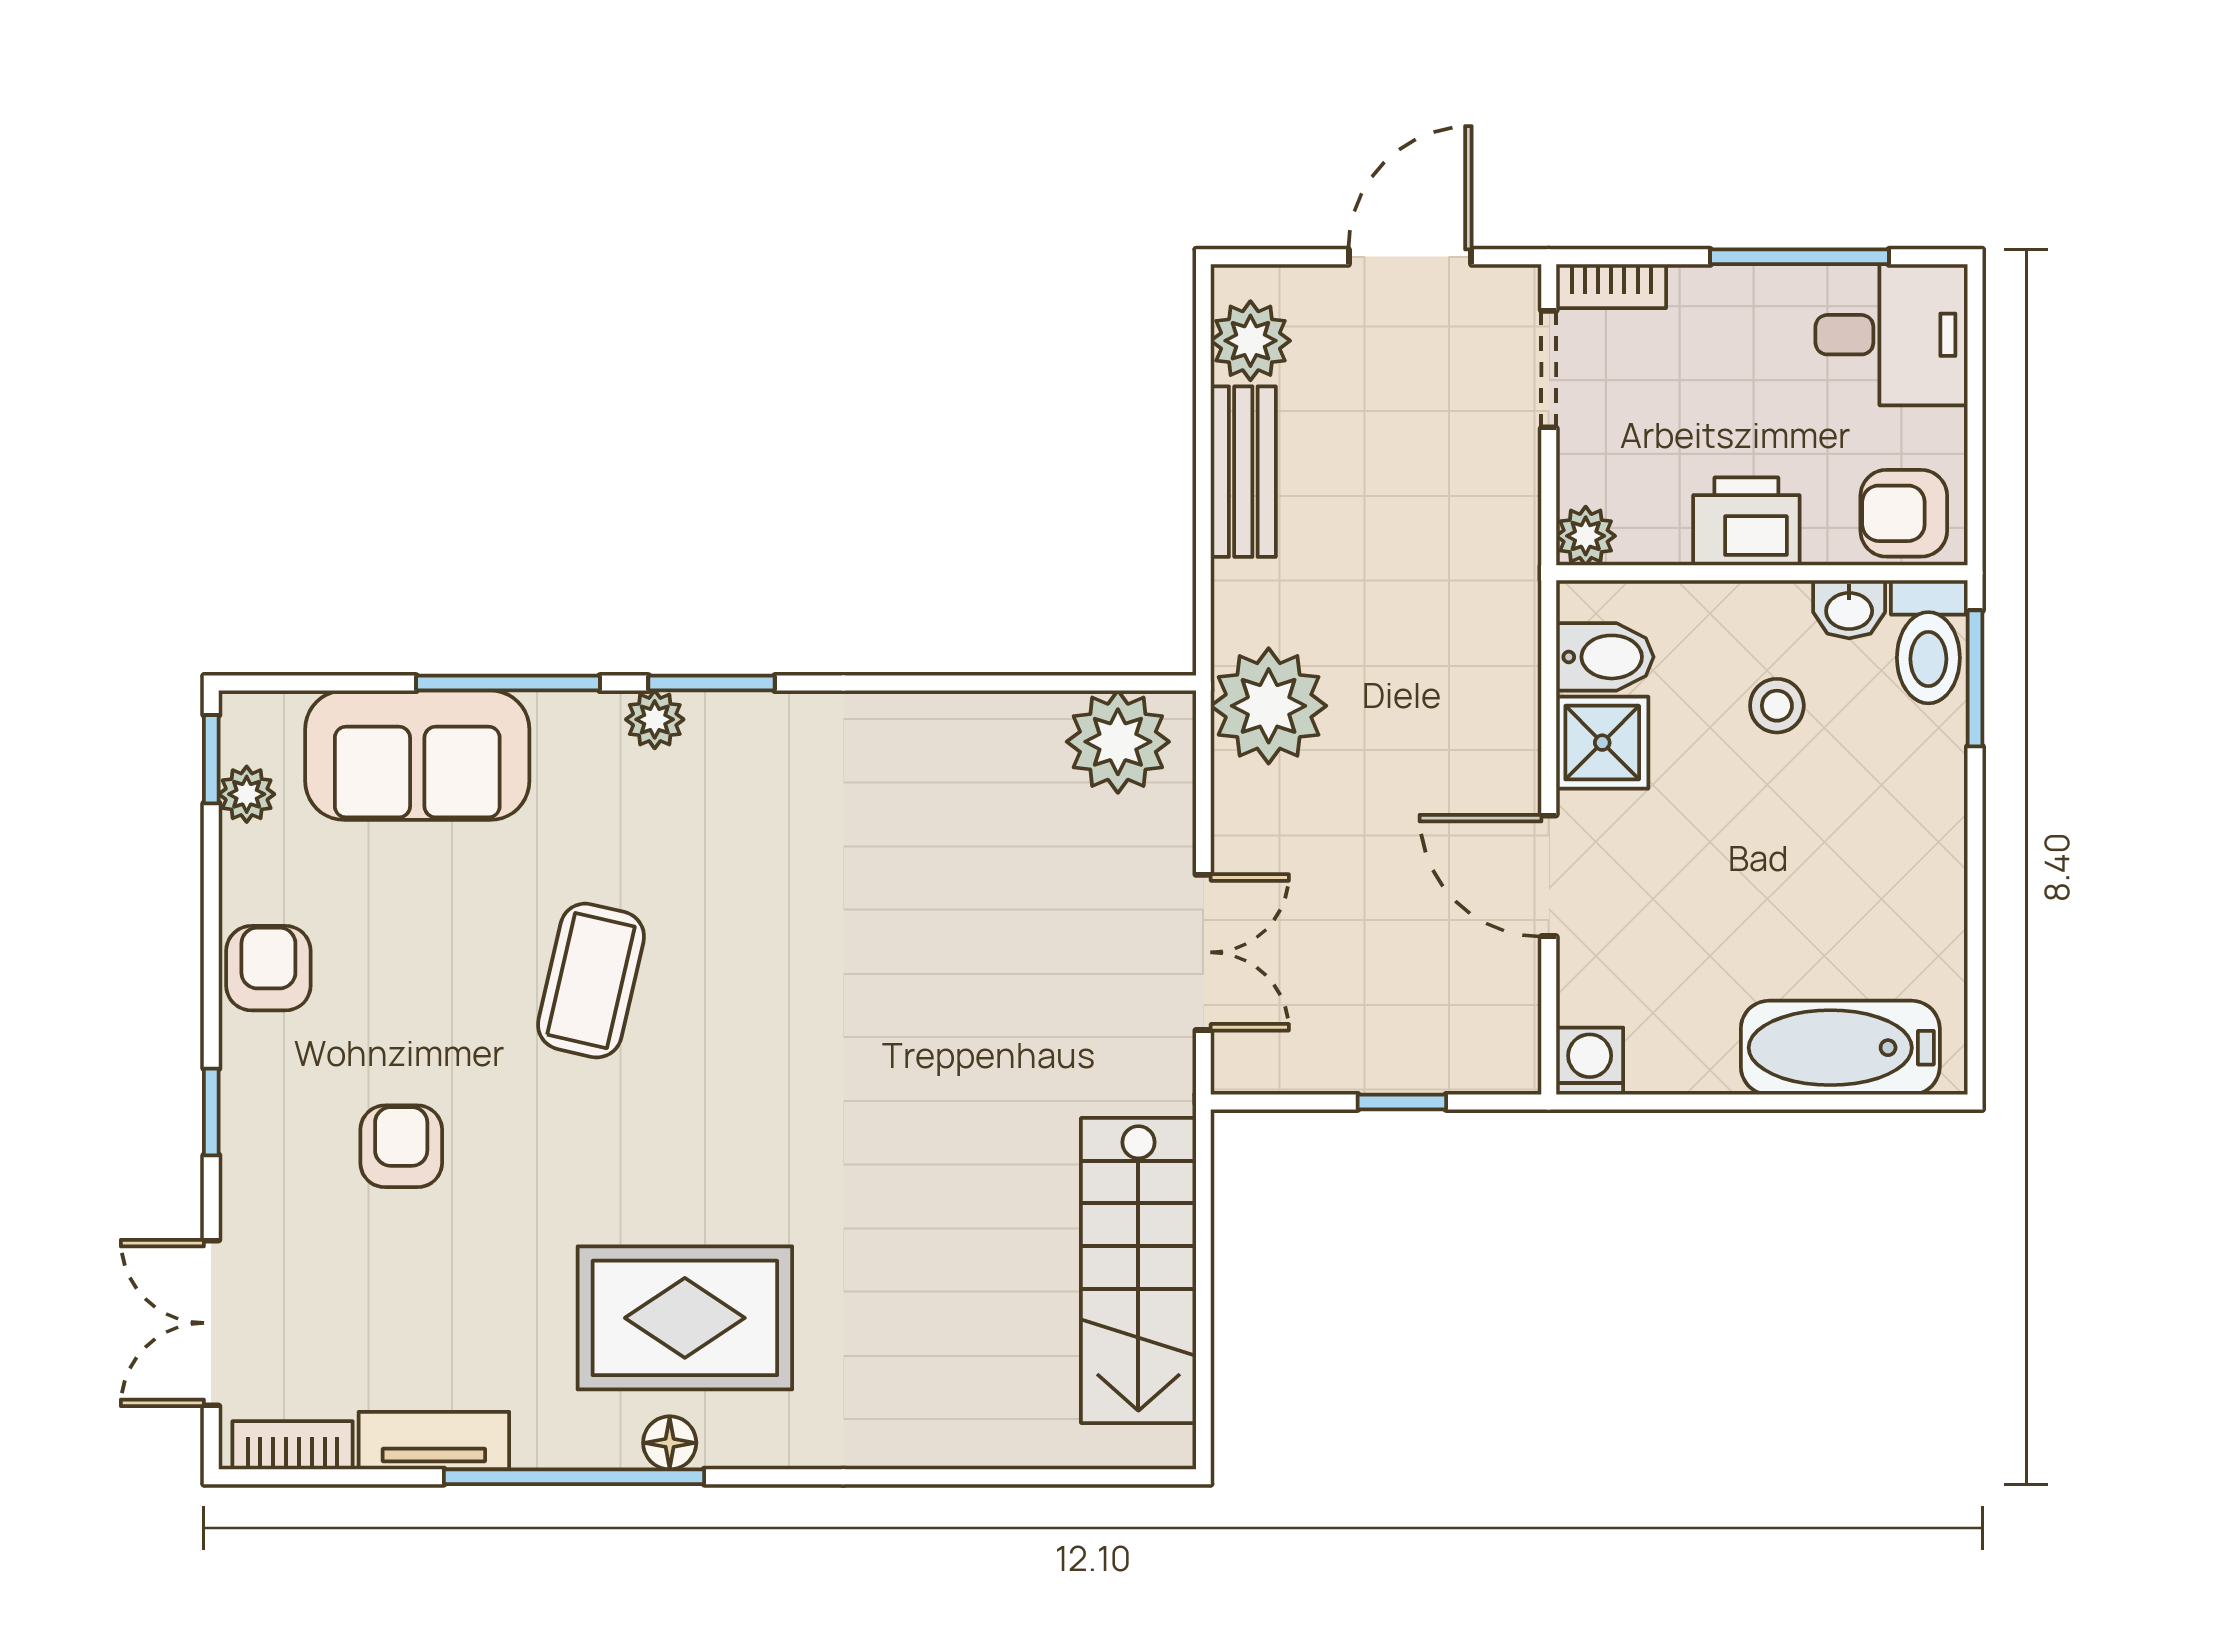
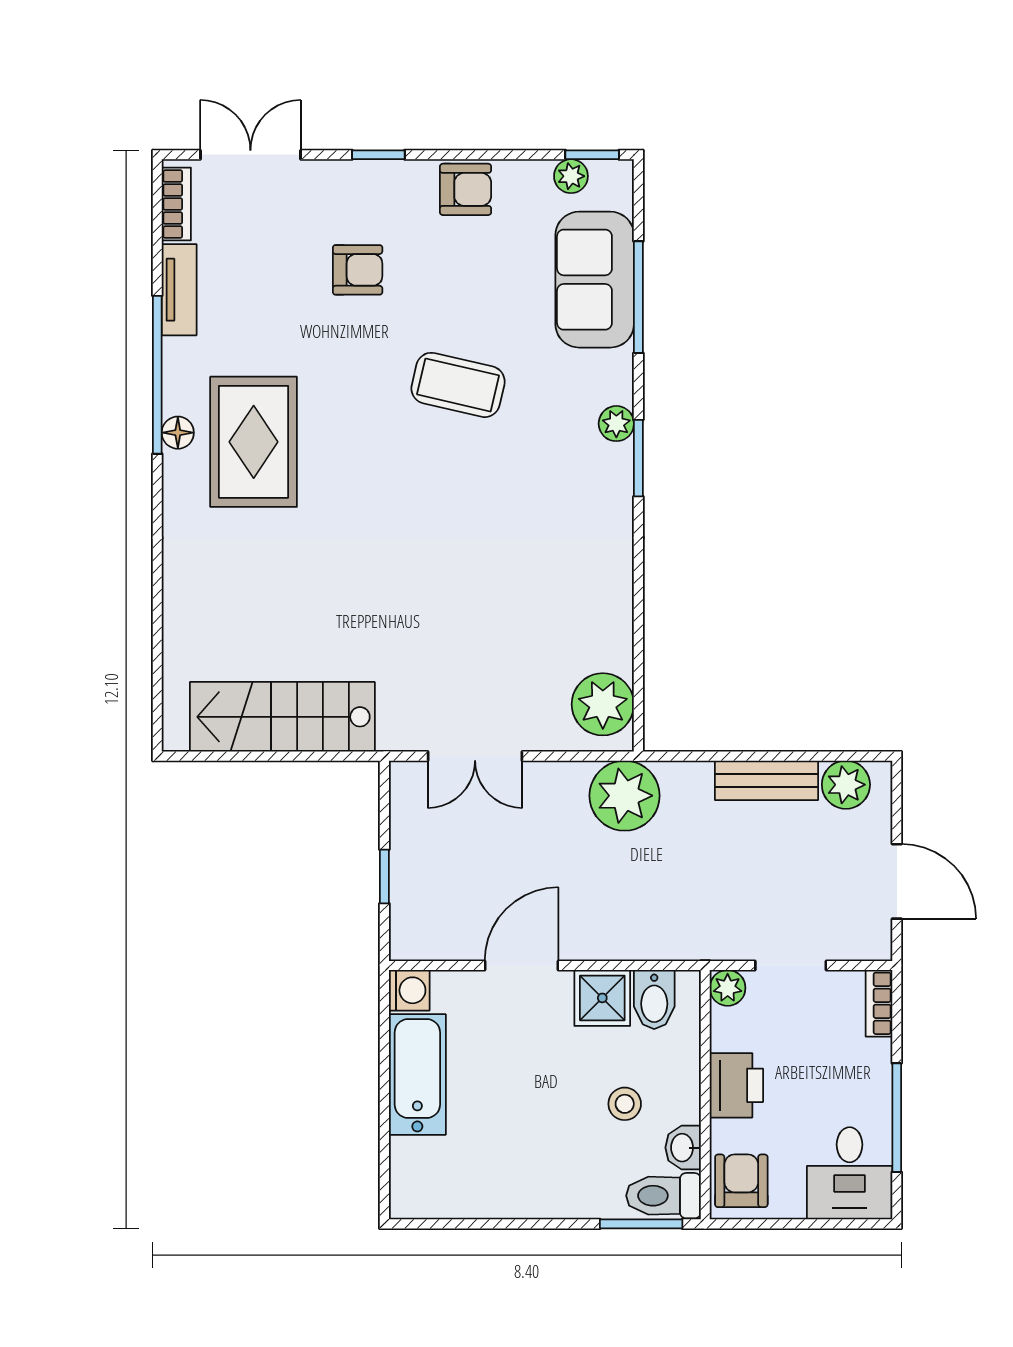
doorway: (1549, 369) -> (791, 966), moved
window: (508, 683) -> (638, 297), moved
bathtub: (1840, 1048) -> (417, 1075), moved

